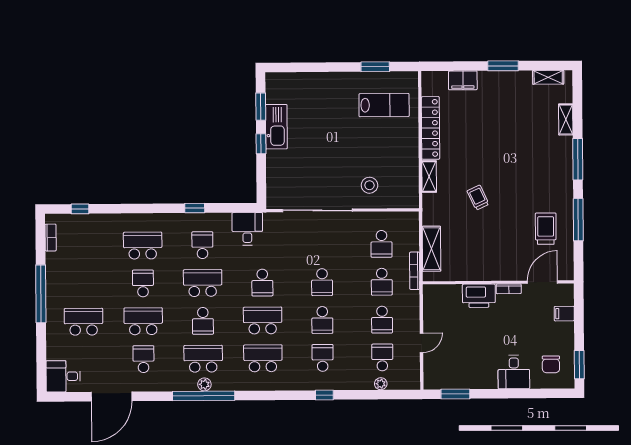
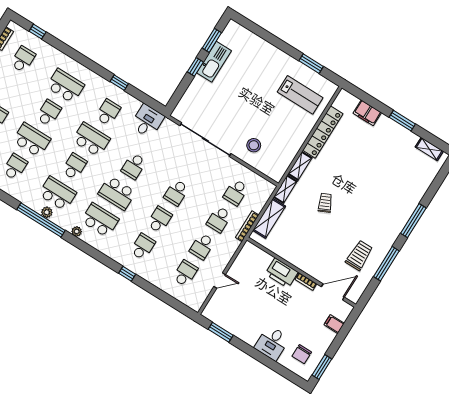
shelving: (566, 119) -> (285, 189), moved
school desk: (83, 246) -> (23, 59), added
school desk: (263, 320) -> (117, 193), turned 180
school desk: (322, 320) -> (159, 220), turned 180
school desk: (203, 321) -> (74, 166), turned 180
plant: (381, 384) -> (77, 231), moved

